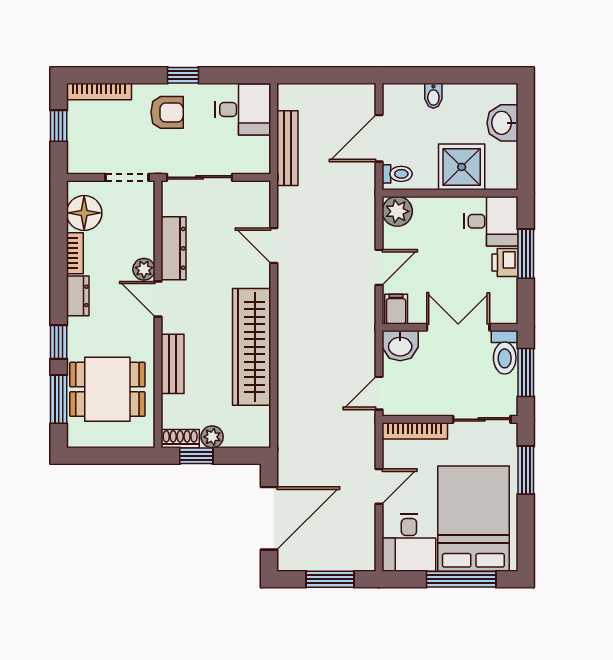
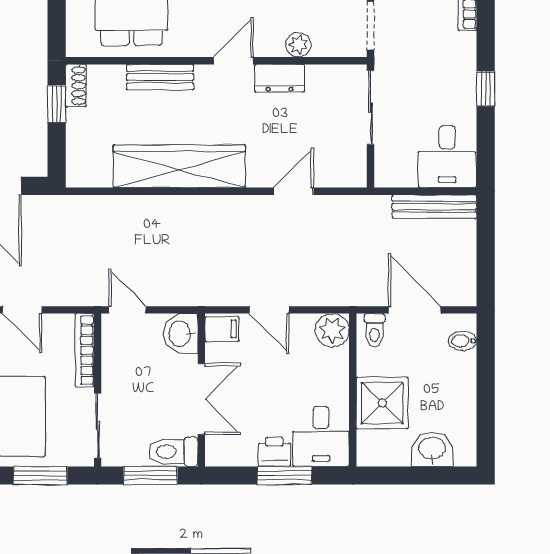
bidet: (433, 96) -> (463, 341), moved
armchair: (167, 112) -> (444, 71), removed
bench: (287, 148) -> (434, 207), moved
dresser: (174, 248) -> (280, 78), width x0.70
plant: (144, 269) -> (298, 45), moved
plant: (212, 437) -> (78, 122), removed

